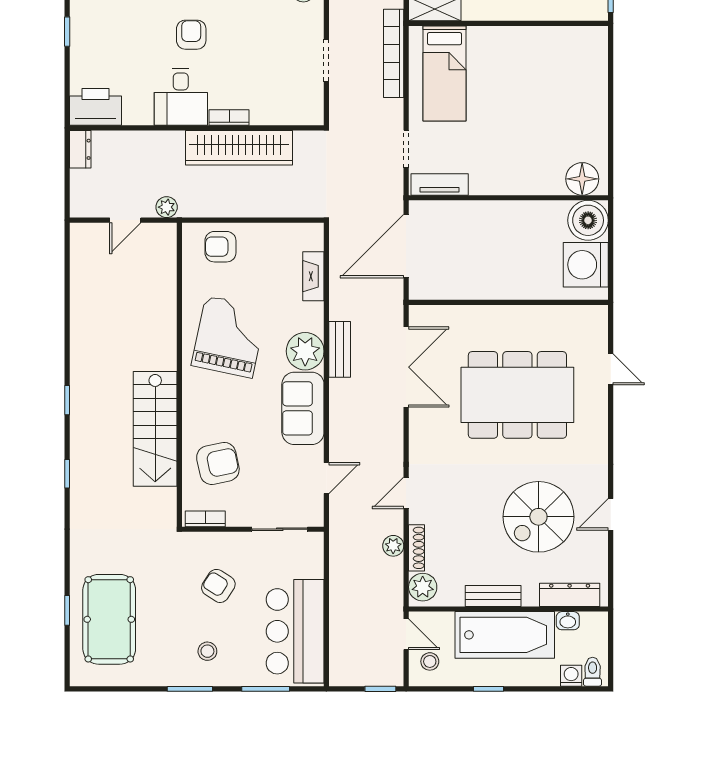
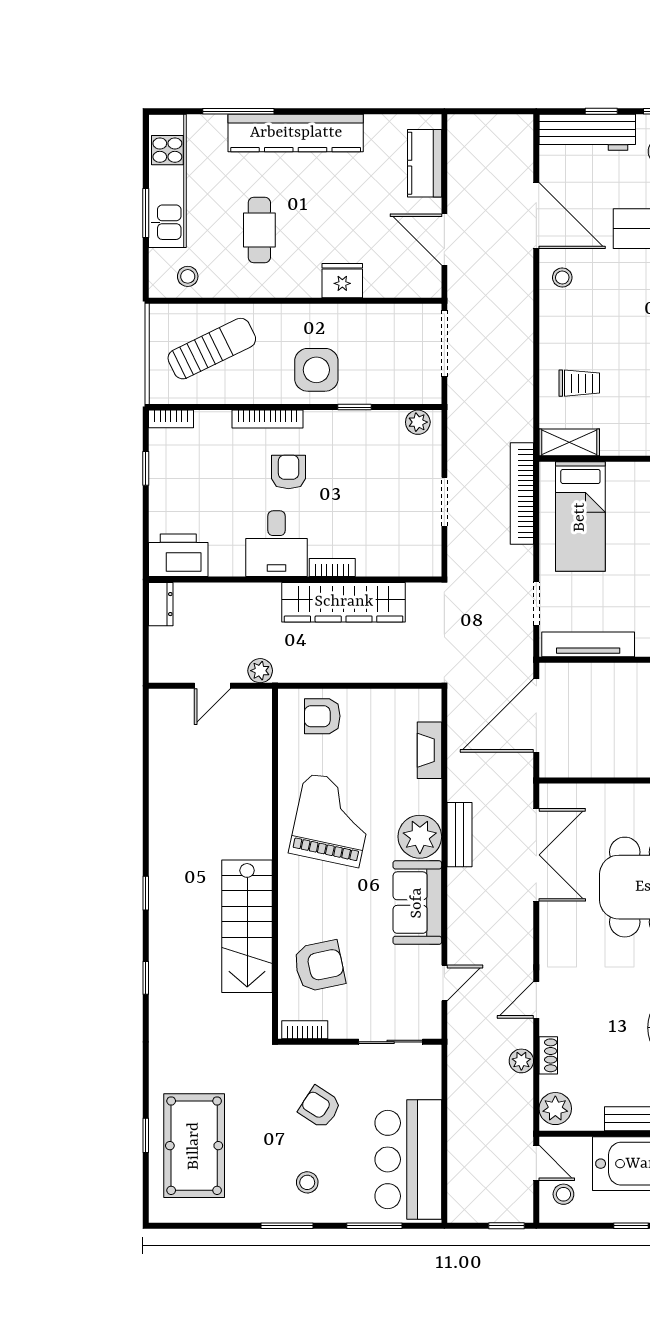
tv unit: (440, 184) -> (588, 644), width x1.41
shoe rack: (417, 548) -> (548, 1055), width x0.70

